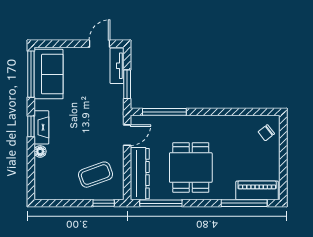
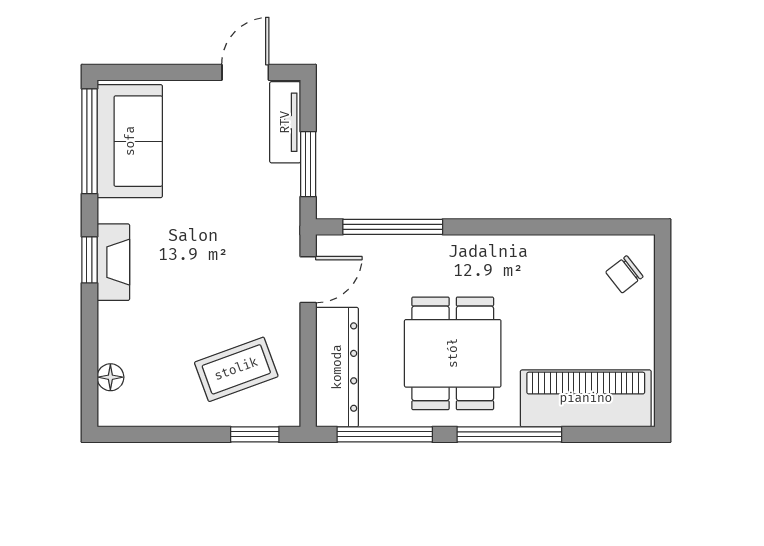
floor lamp: (40, 151) -> (110, 377), moved
piano: (257, 190) -> (586, 398), width x1.37, depth x1.33
window: (244, 203) -> (509, 434), moved

